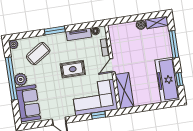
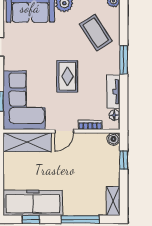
window: (127, 19) -> (124, 160), added
boiler: (141, 25) -> (113, 139), moved
door: (112, 65) -> (64, 131), swing flipped

